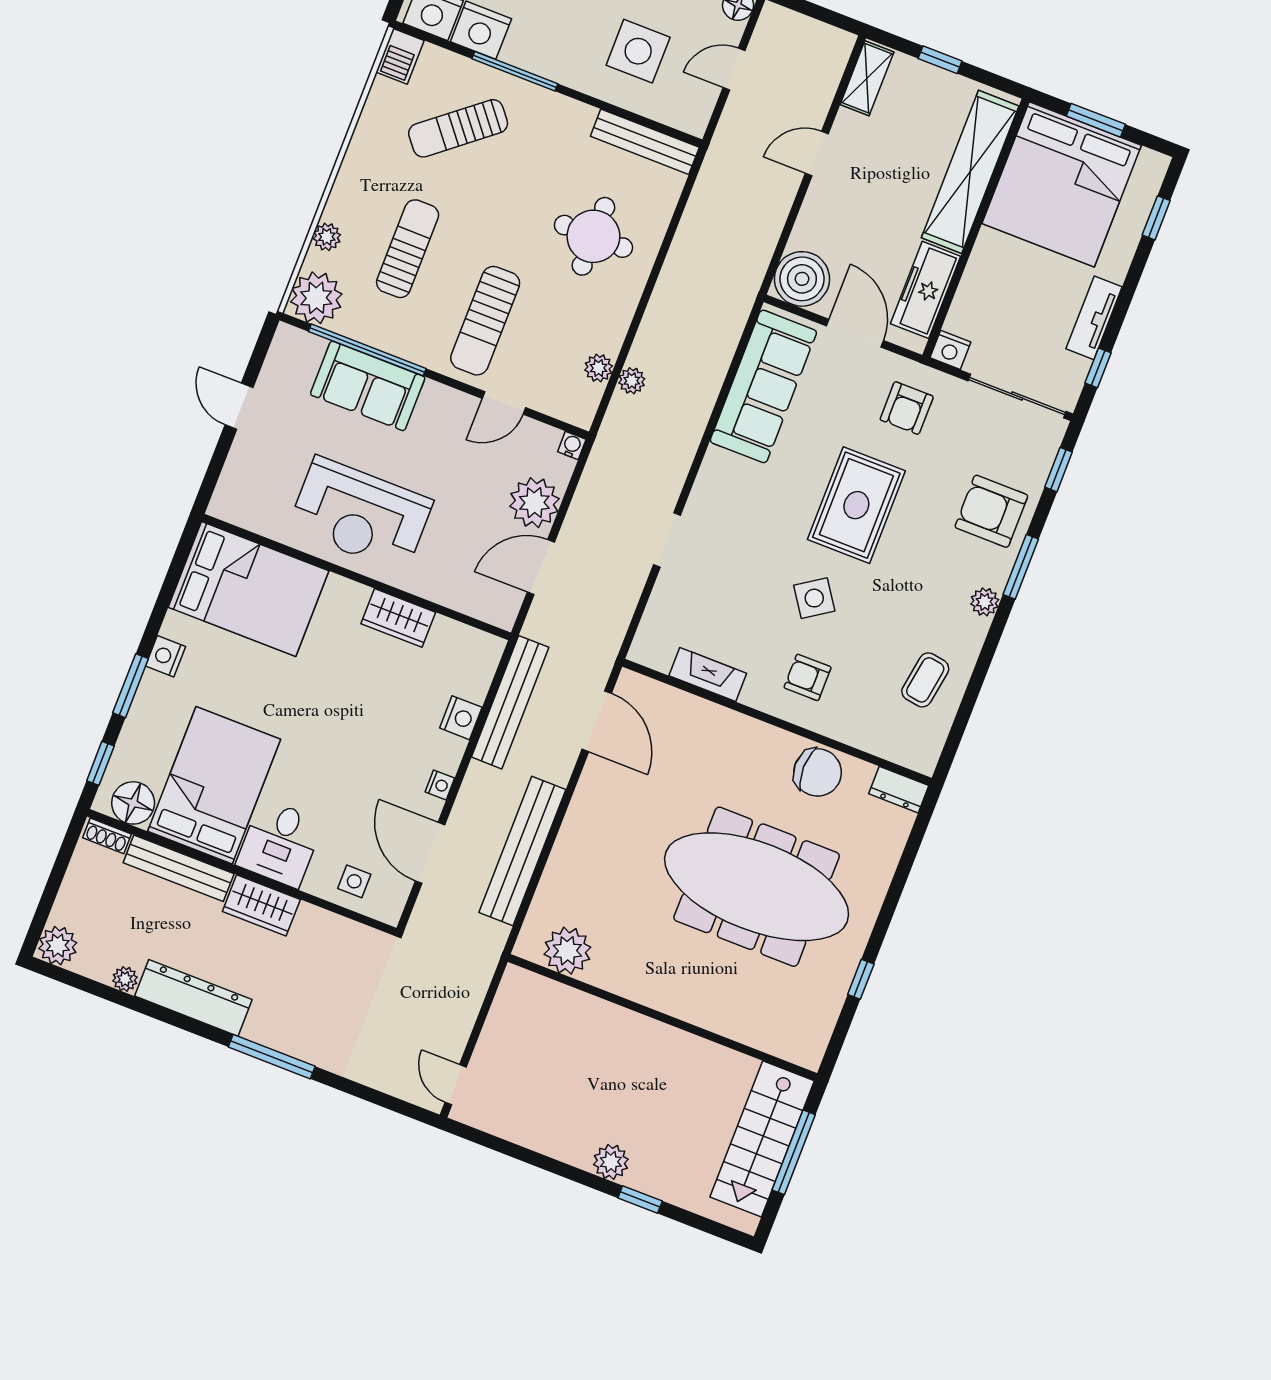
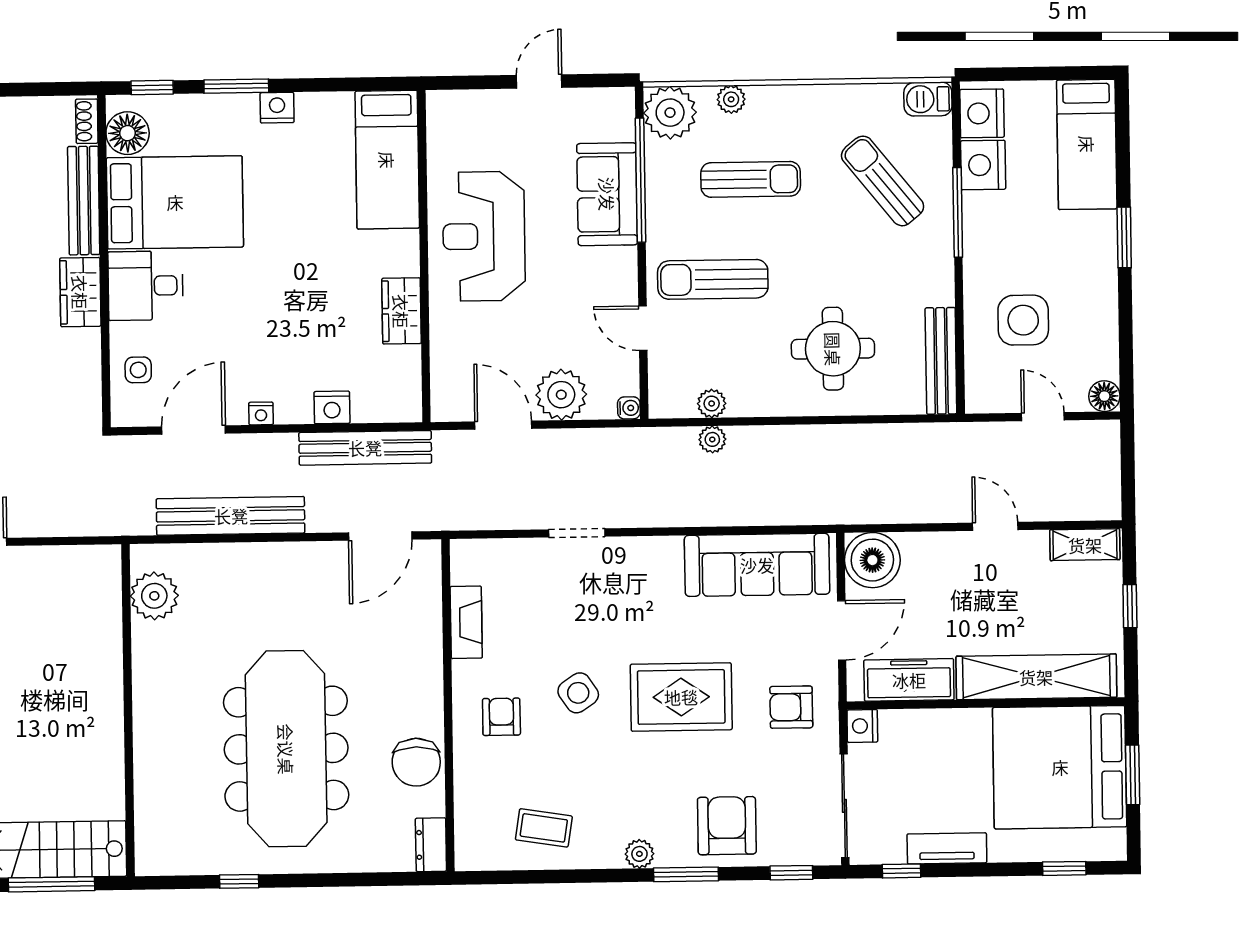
bed: (249, 589) -> (387, 160), width x0.67

